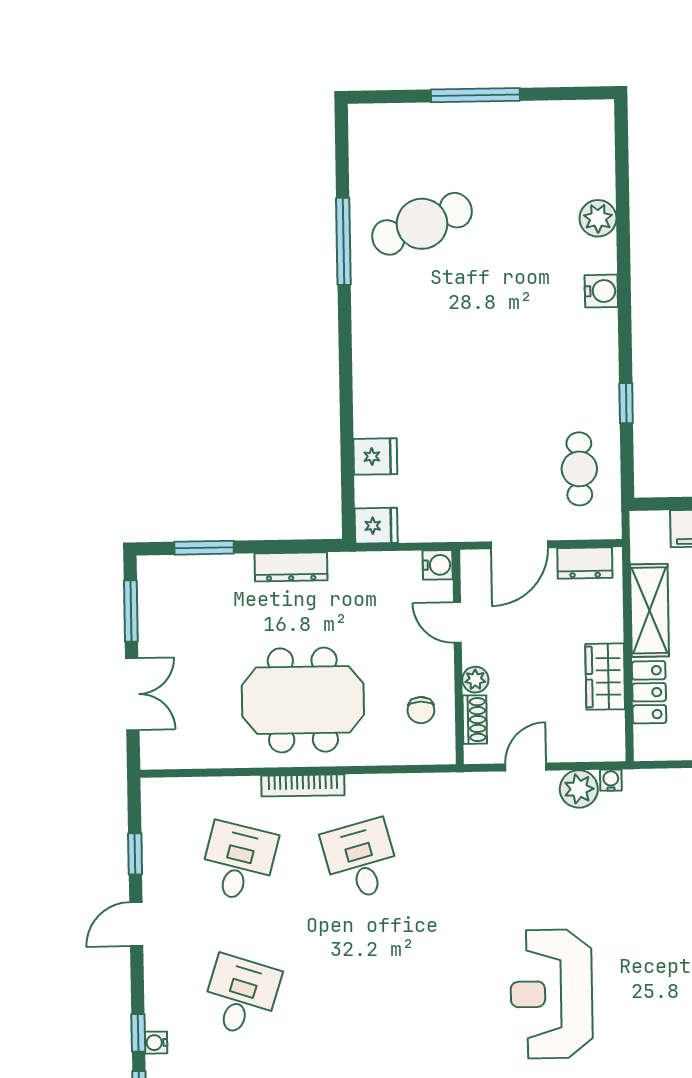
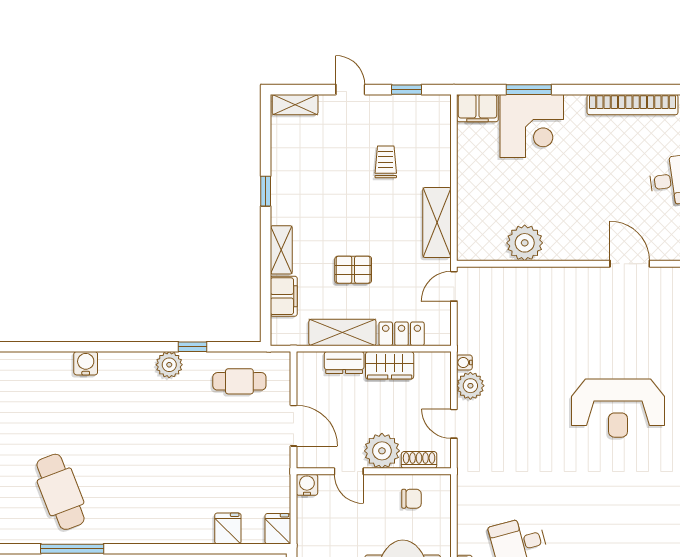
plant: (598, 218) -> (169, 365), moved
water cooler: (601, 291) -> (86, 363), moved
dresser: (585, 563) -> (344, 363), moved, turned 90
door: (457, 623) -> (349, 471), hinge flipped
plant: (475, 680) -> (382, 451), width x1.88, depth x1.88

